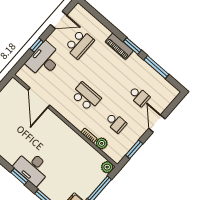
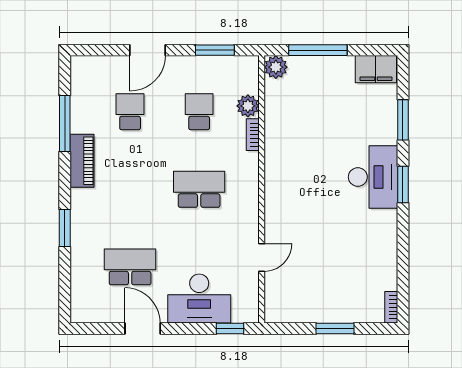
door: (59, 20) -> (143, 329), moved
window: (37, 45) -> (230, 329), moved
piano: (119, 46) -> (82, 161), moved
window: (132, 46) -> (65, 228), moved
school desk: (86, 97) -> (199, 189), turned 90
door: (39, 98) -> (262, 257), width x0.53

